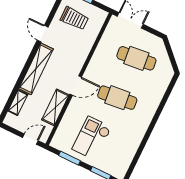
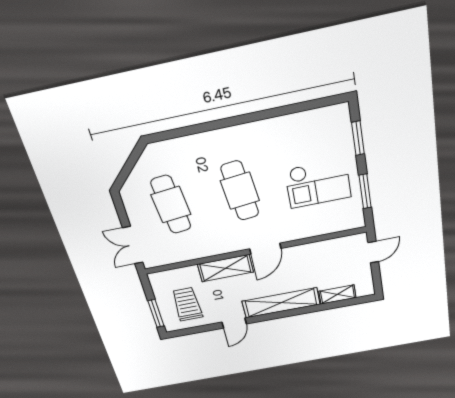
door: (76, 86) -> (265, 249), swing flipped
shelving: (55, 107) -> (225, 268), moved
door: (30, 139) -> (373, 252), swing flipped

